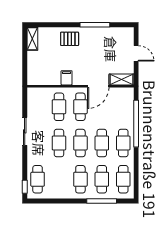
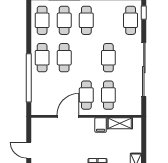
shelving: (121, 80) -> (120, 123), moved
sliding door: (25, 131) -> (144, 70), width x1.86
cafe table: (80, 143) -> (86, 58), removed

